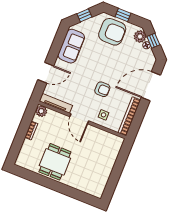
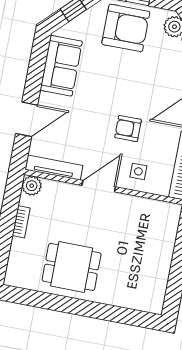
armchair: (102, 89) -> (128, 129), turned 180
door: (79, 119) -> (99, 186), swing flipped
dining table: (55, 162) -> (72, 267), turned 90

